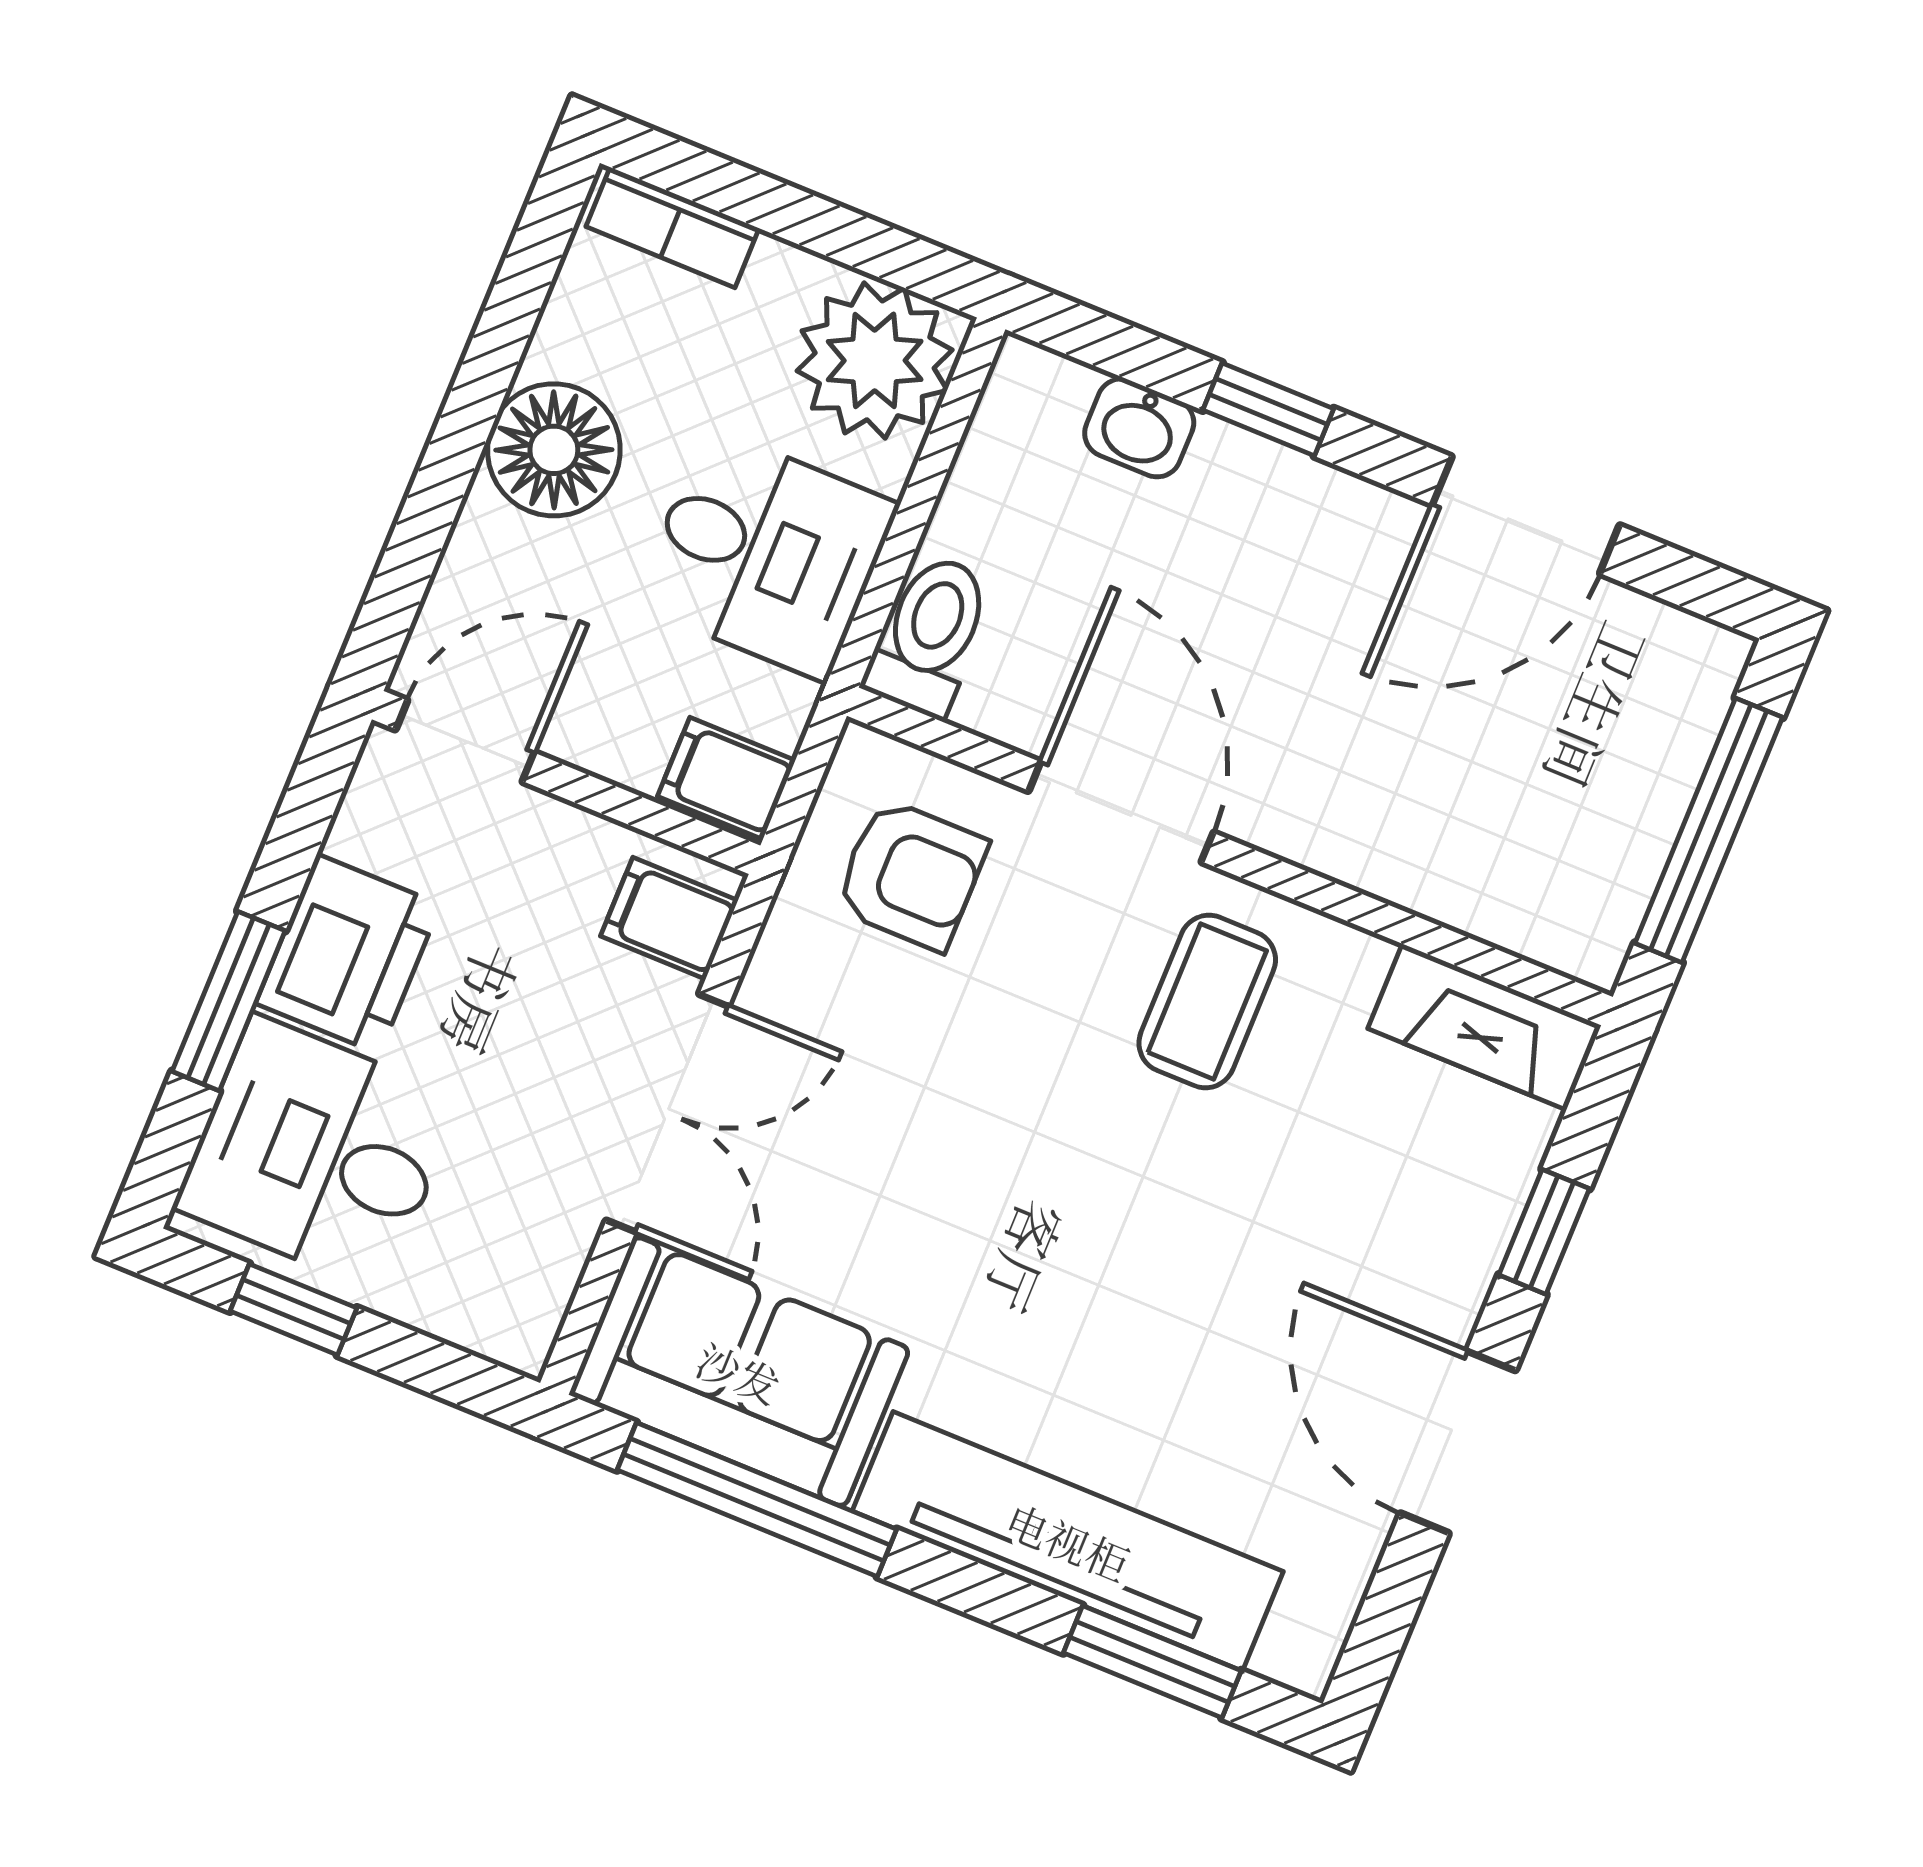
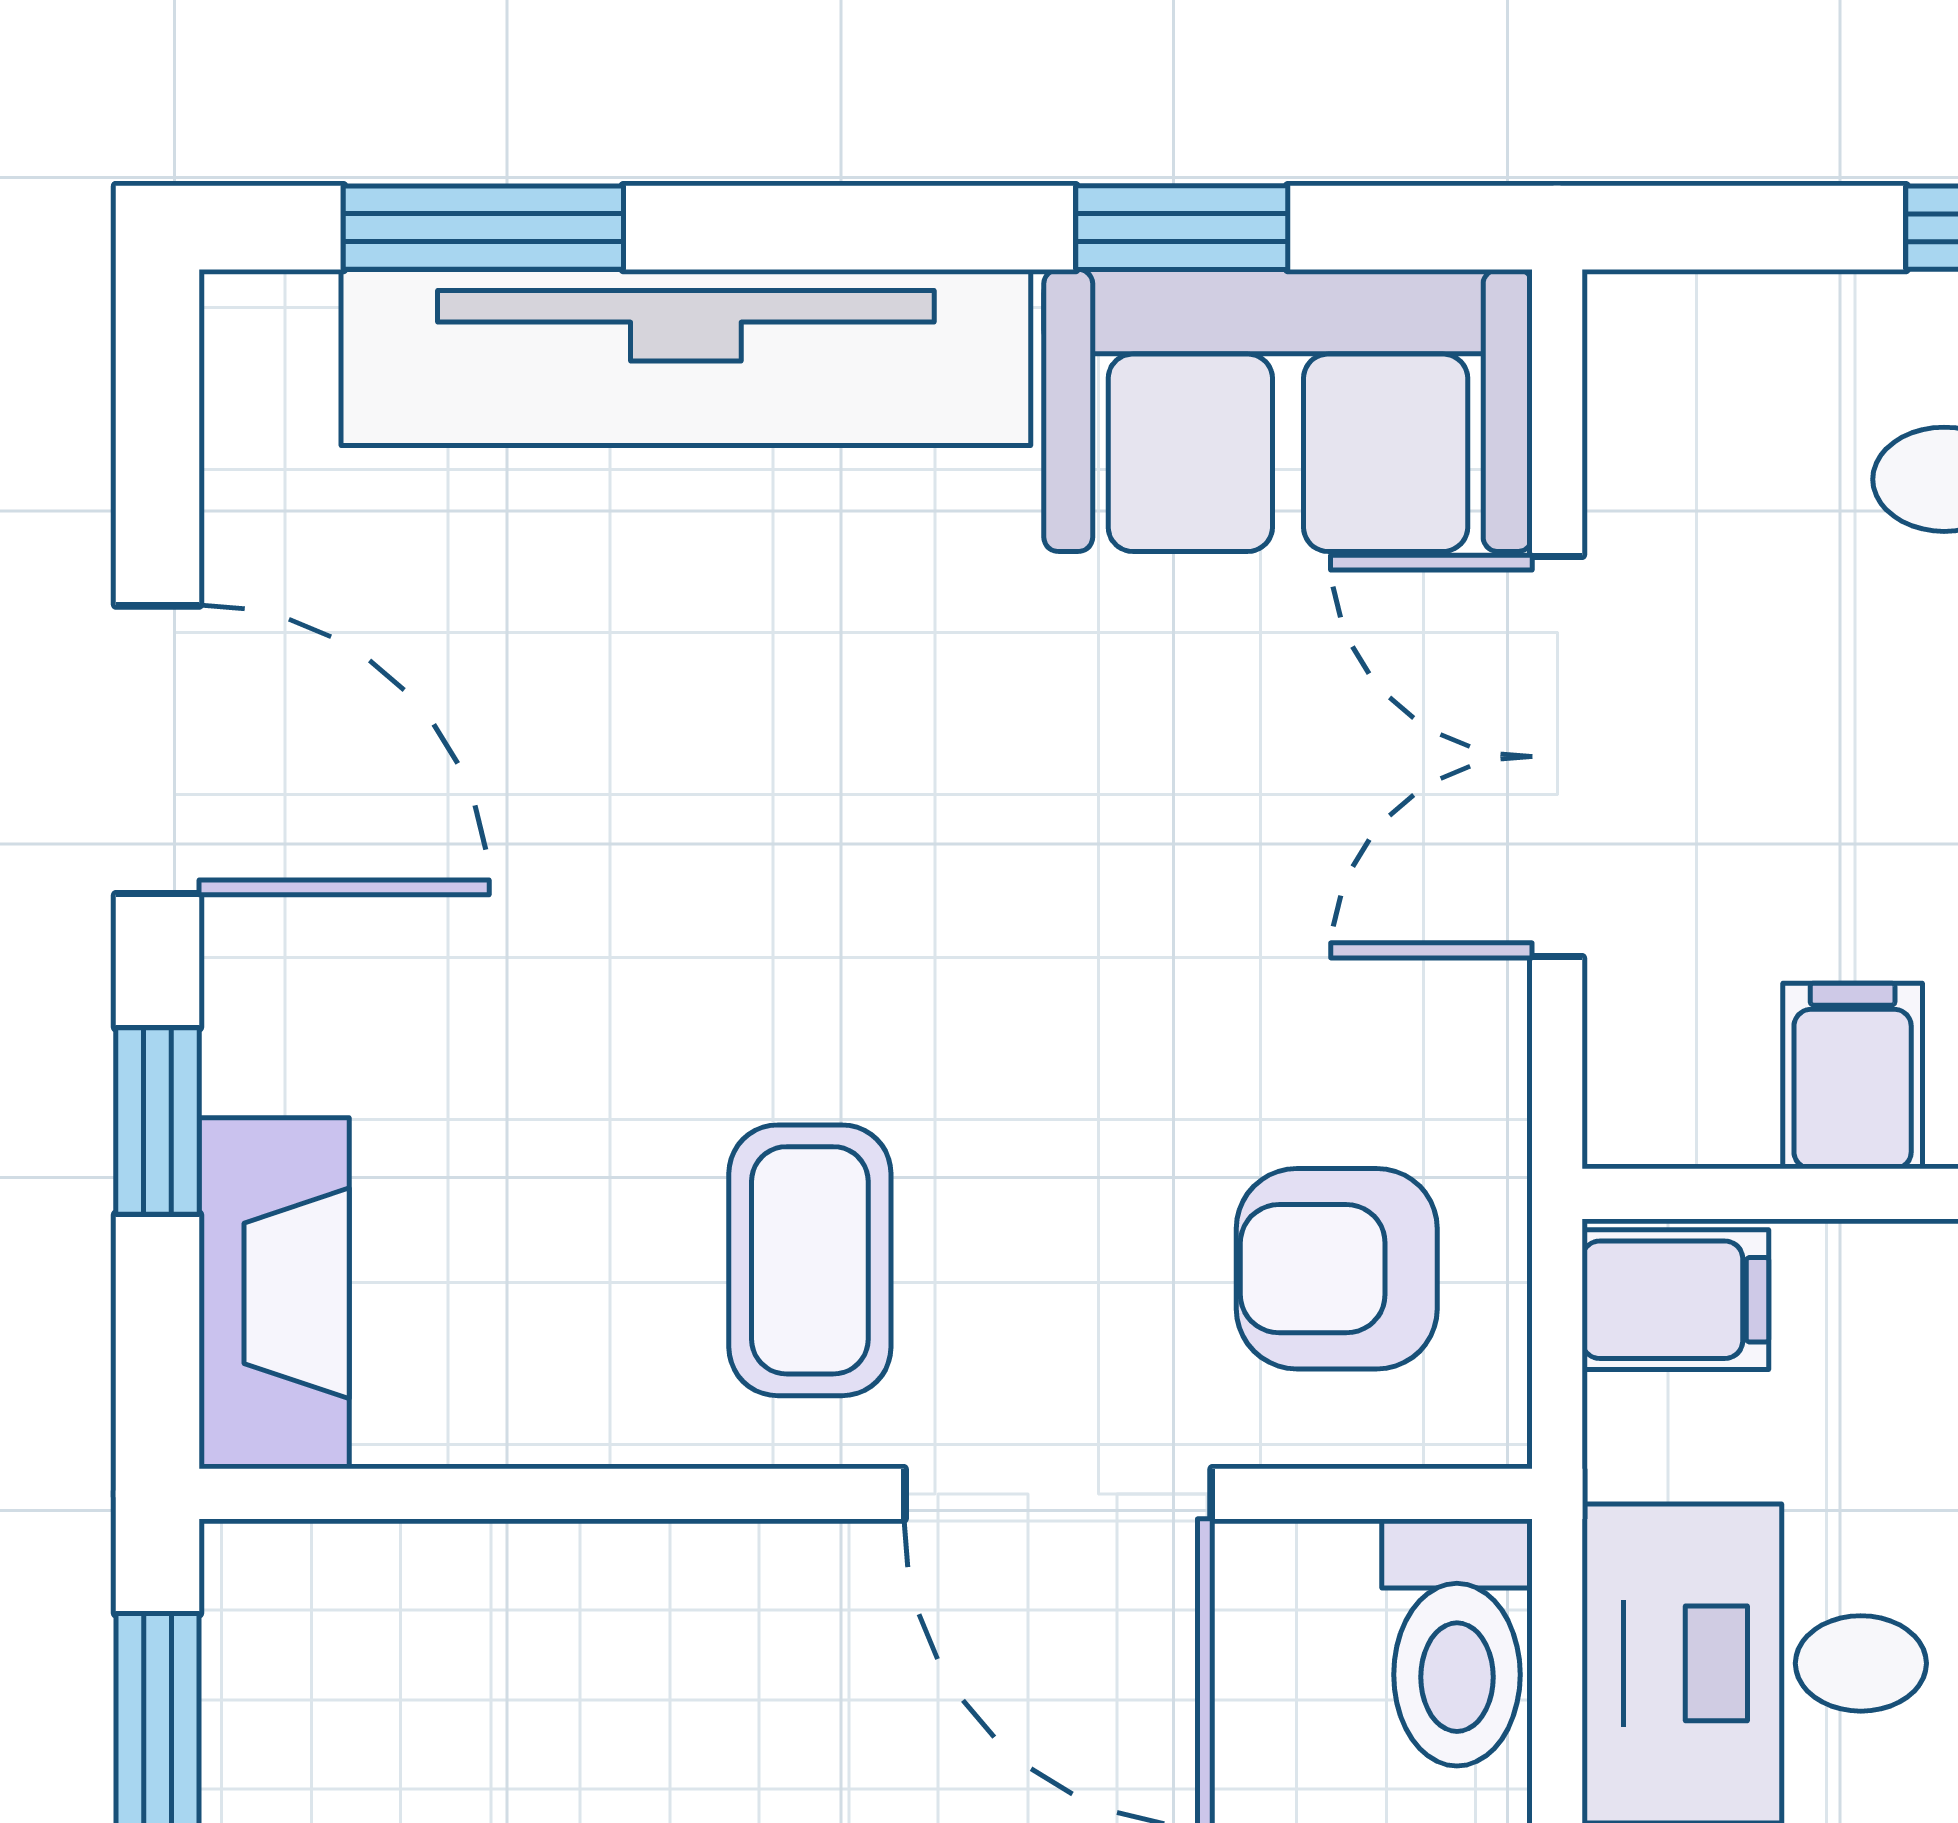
filing cabinet: (669, 918) -> (1853, 1076), moved, turned -90
fireplace: (1484, 1027) -> (274, 1293), moved, turned 90
window: (757, 1500) -> (1182, 228), width x0.46

